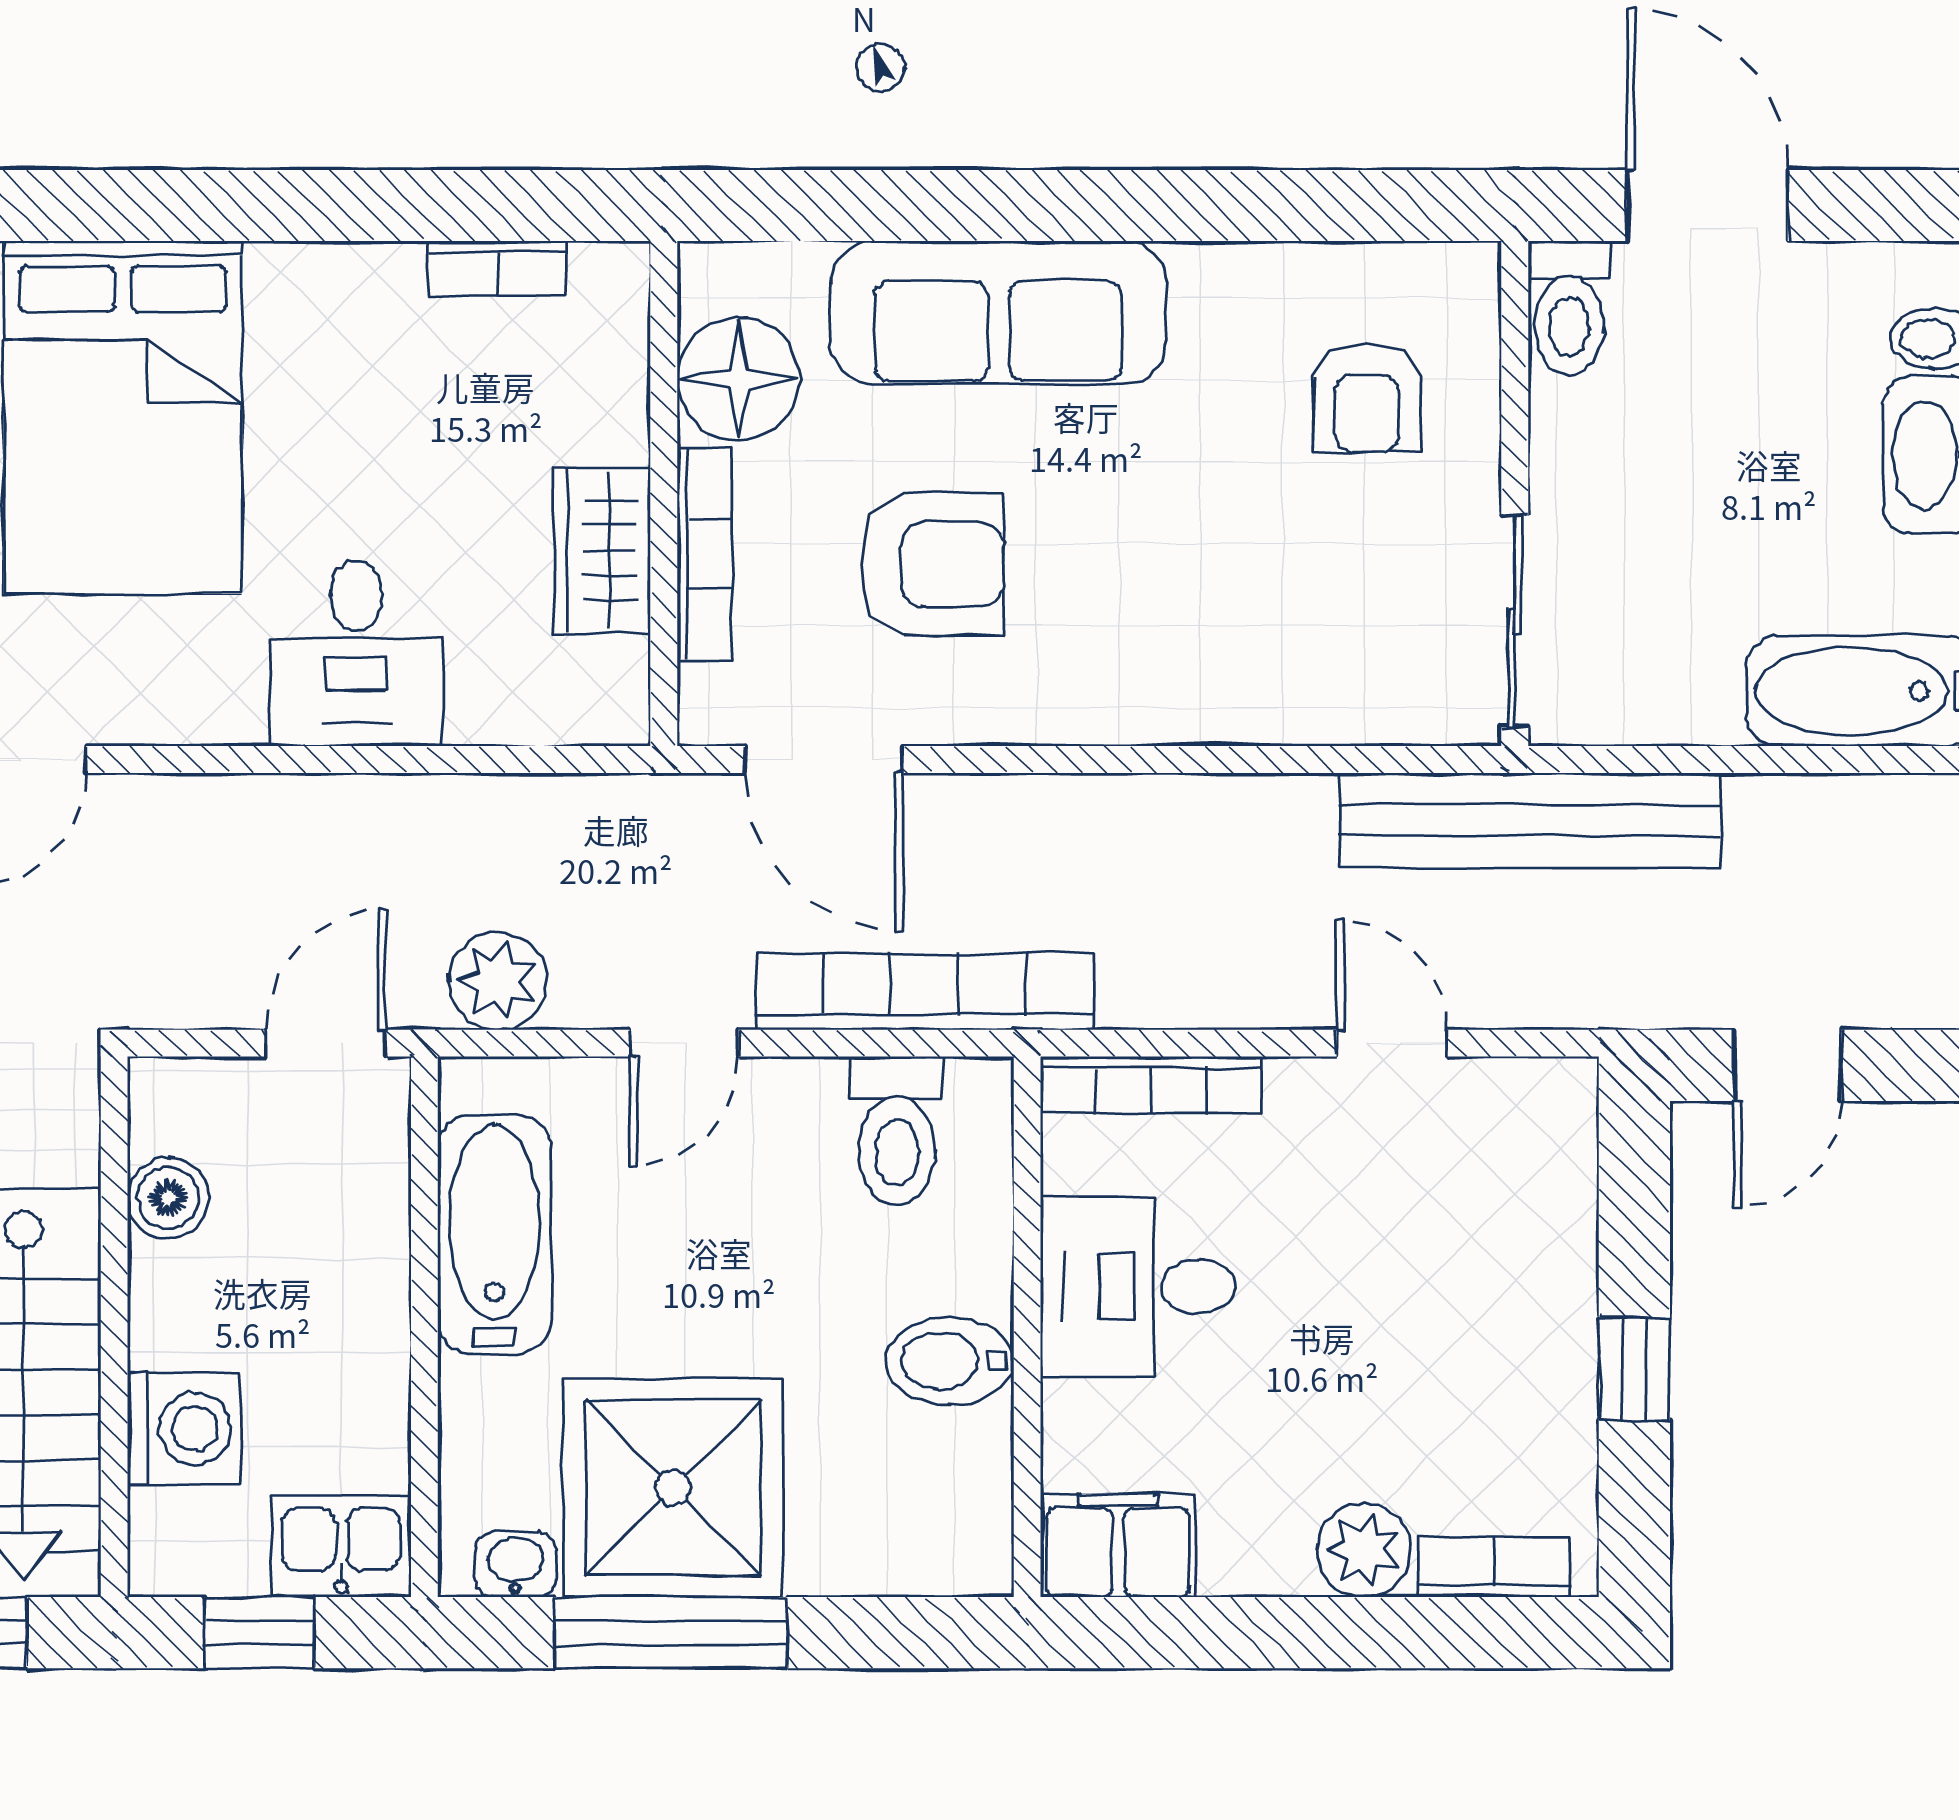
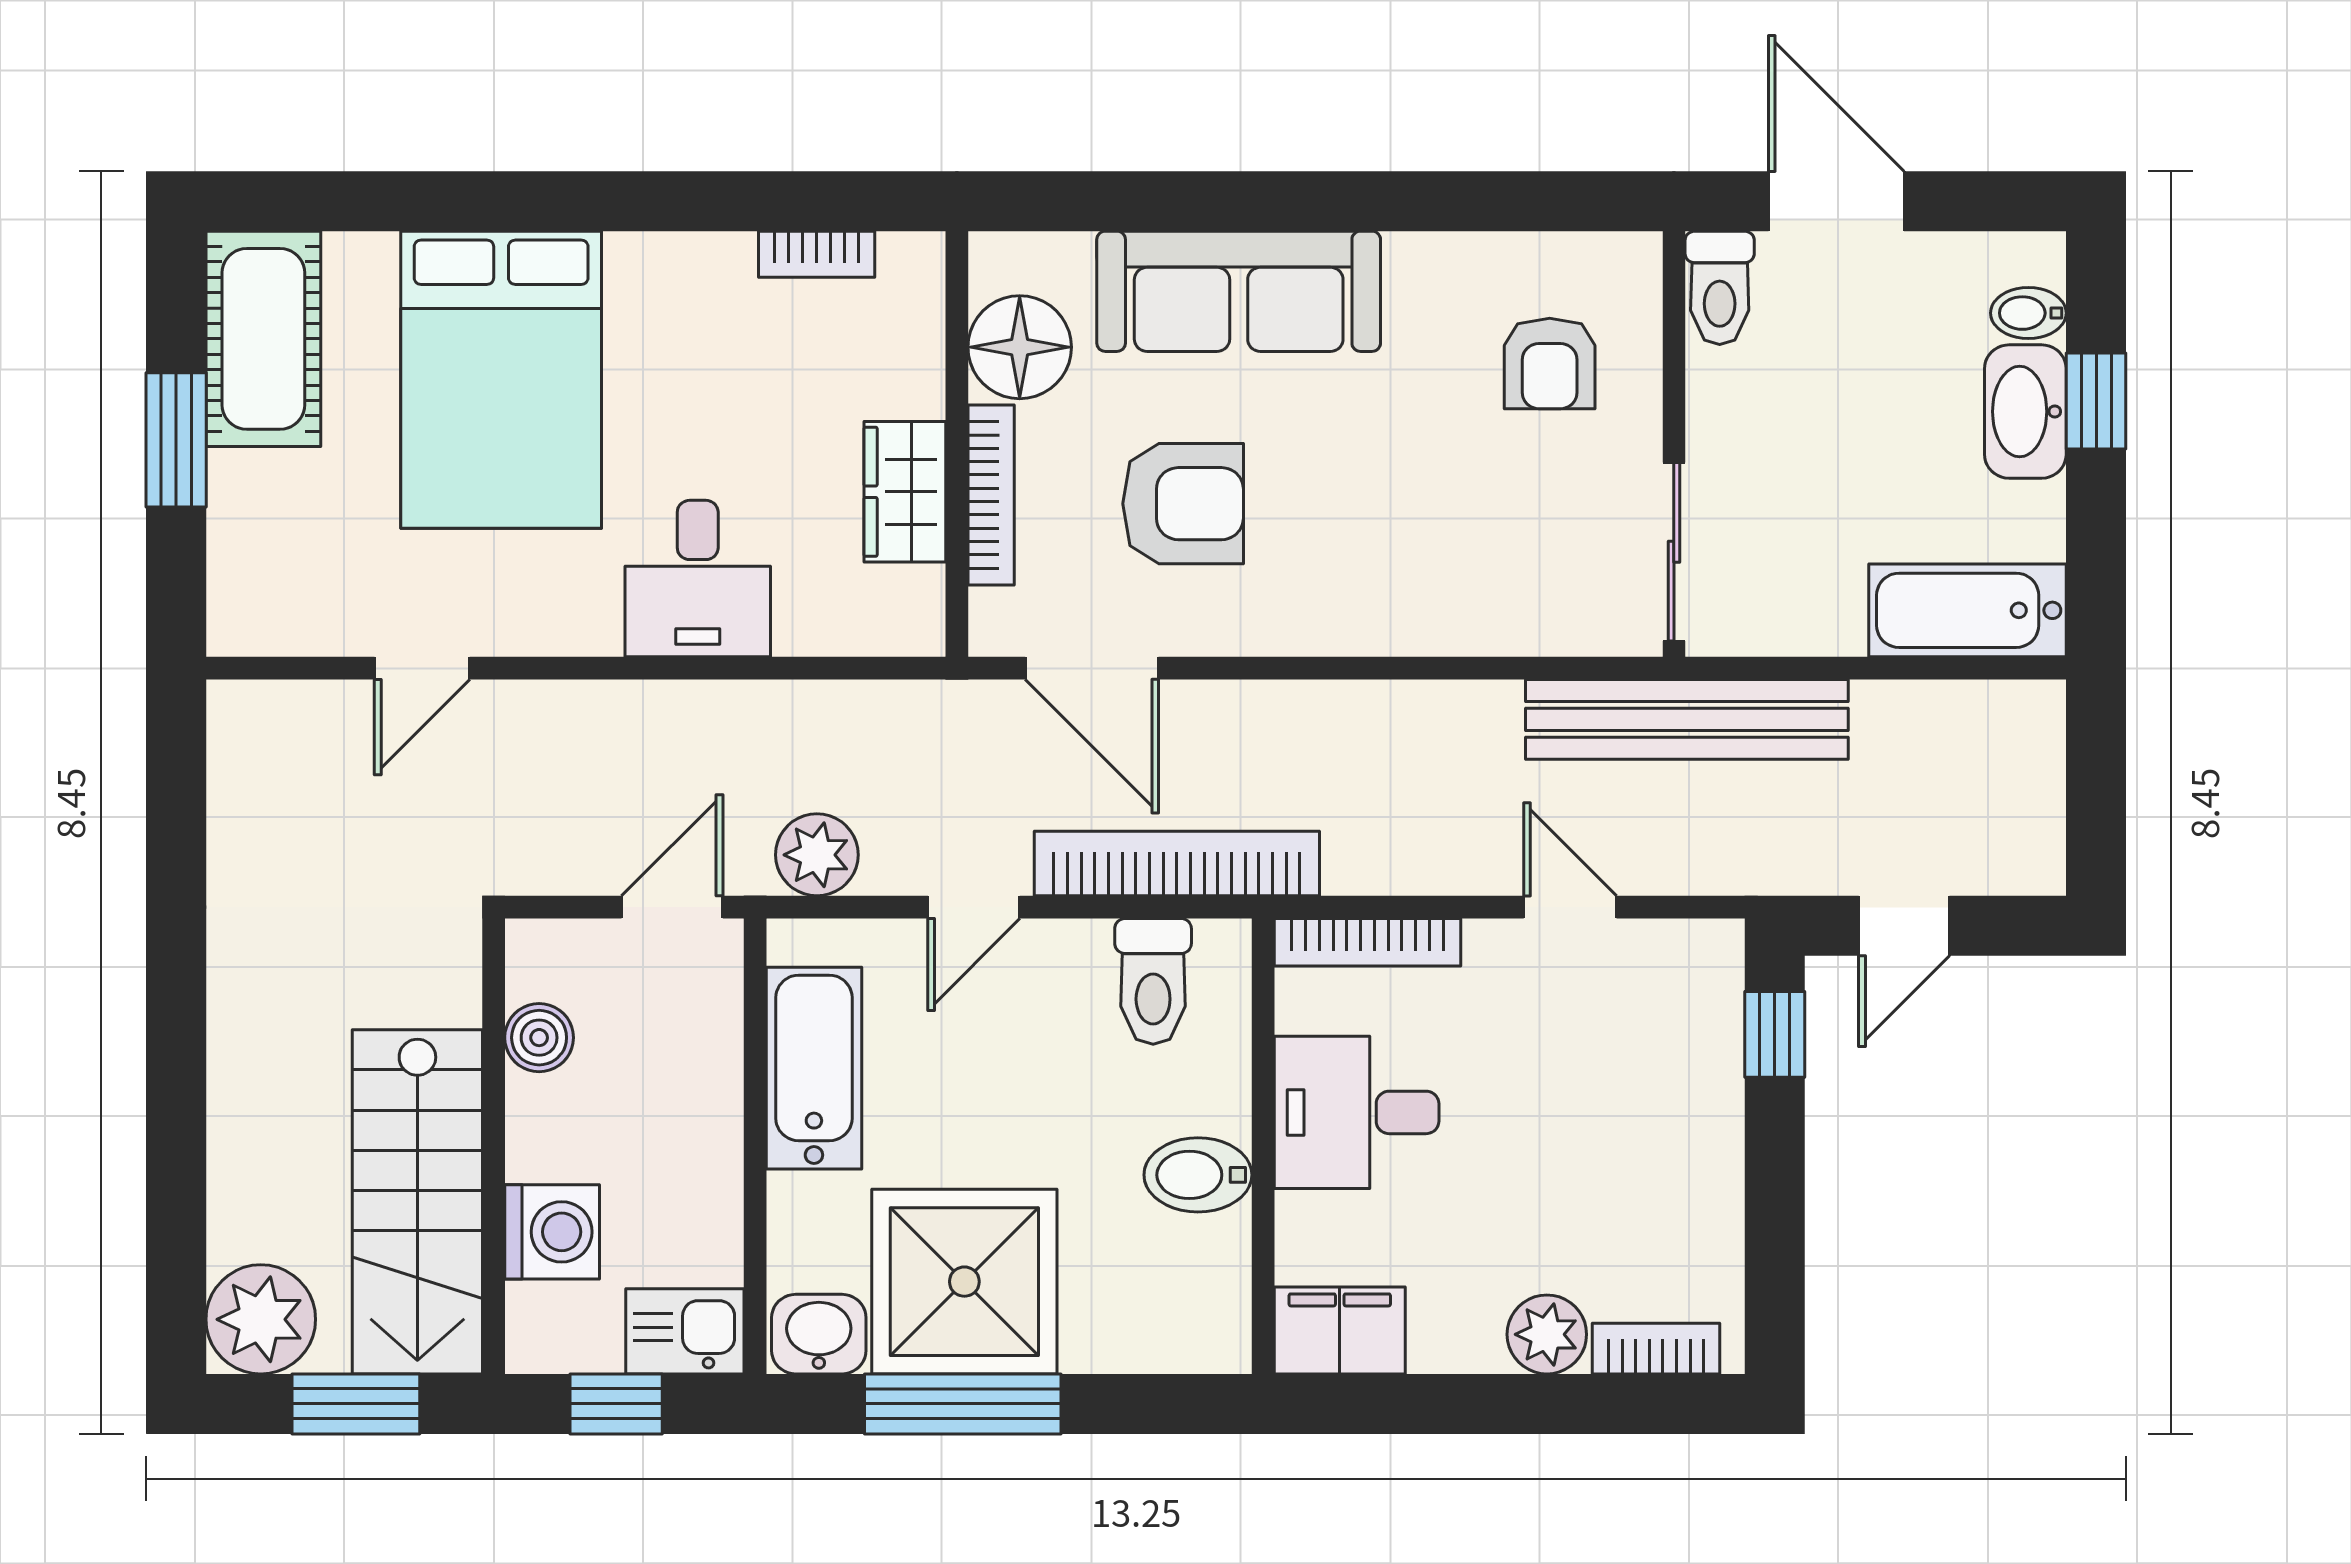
window: (1634, 1369) -> (1775, 1034), moved
washbasin: (516, 1564) -> (819, 1334), width x1.38, depth x1.45

